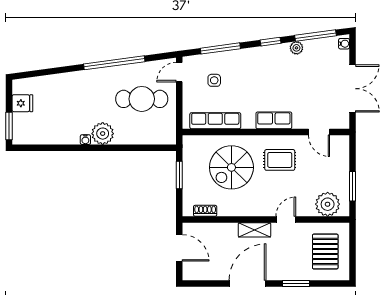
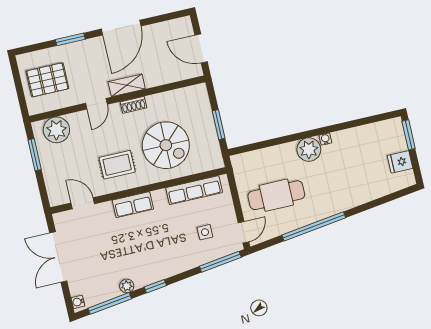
window: (220, 48) -> (220, 262), moved
spiral stairs: (231, 167) -> (166, 145), turned 90
shoe rack: (205, 211) -> (133, 105), moved
pallet: (325, 252) -> (47, 80), turned 90

